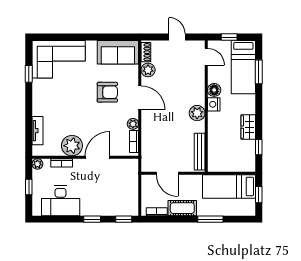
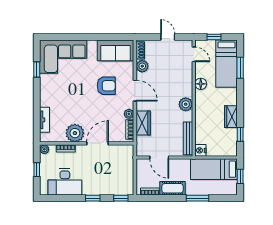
nightstand: (214, 104) -> (200, 150), moved
wardrobe: (149, 134) -> (143, 123), added

